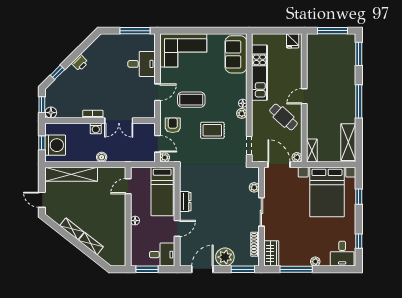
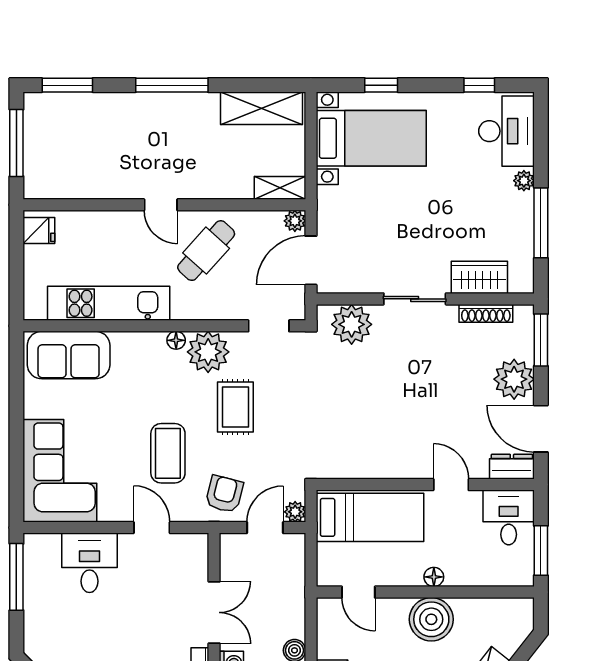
plant: (242, 113) -> (208, 352), width x1.88, depth x1.88
armchair: (173, 125) -> (224, 494), turned 104
plant: (254, 187) -> (352, 324), width x1.88, depth x1.88
bed with nightstands: (327, 192) -> (371, 138), width x0.73
dresser: (185, 202) -> (512, 467), moved
boiler: (116, 219) -> (431, 619), added
wardrobe: (271, 253) -> (479, 277), moved
desk: (342, 254) -> (506, 131), width x1.37

